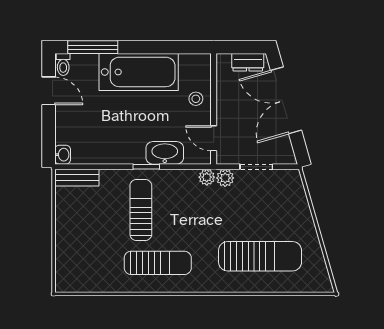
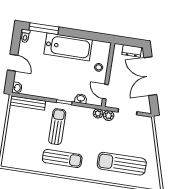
door: (49, 91) -> (13, 63), moved
washbasin: (165, 153) -> (81, 99), width x0.52, depth x0.69
bench: (77, 178) -> (28, 103), width x1.36
sun lounger: (260, 256) -> (122, 164), turned 180

